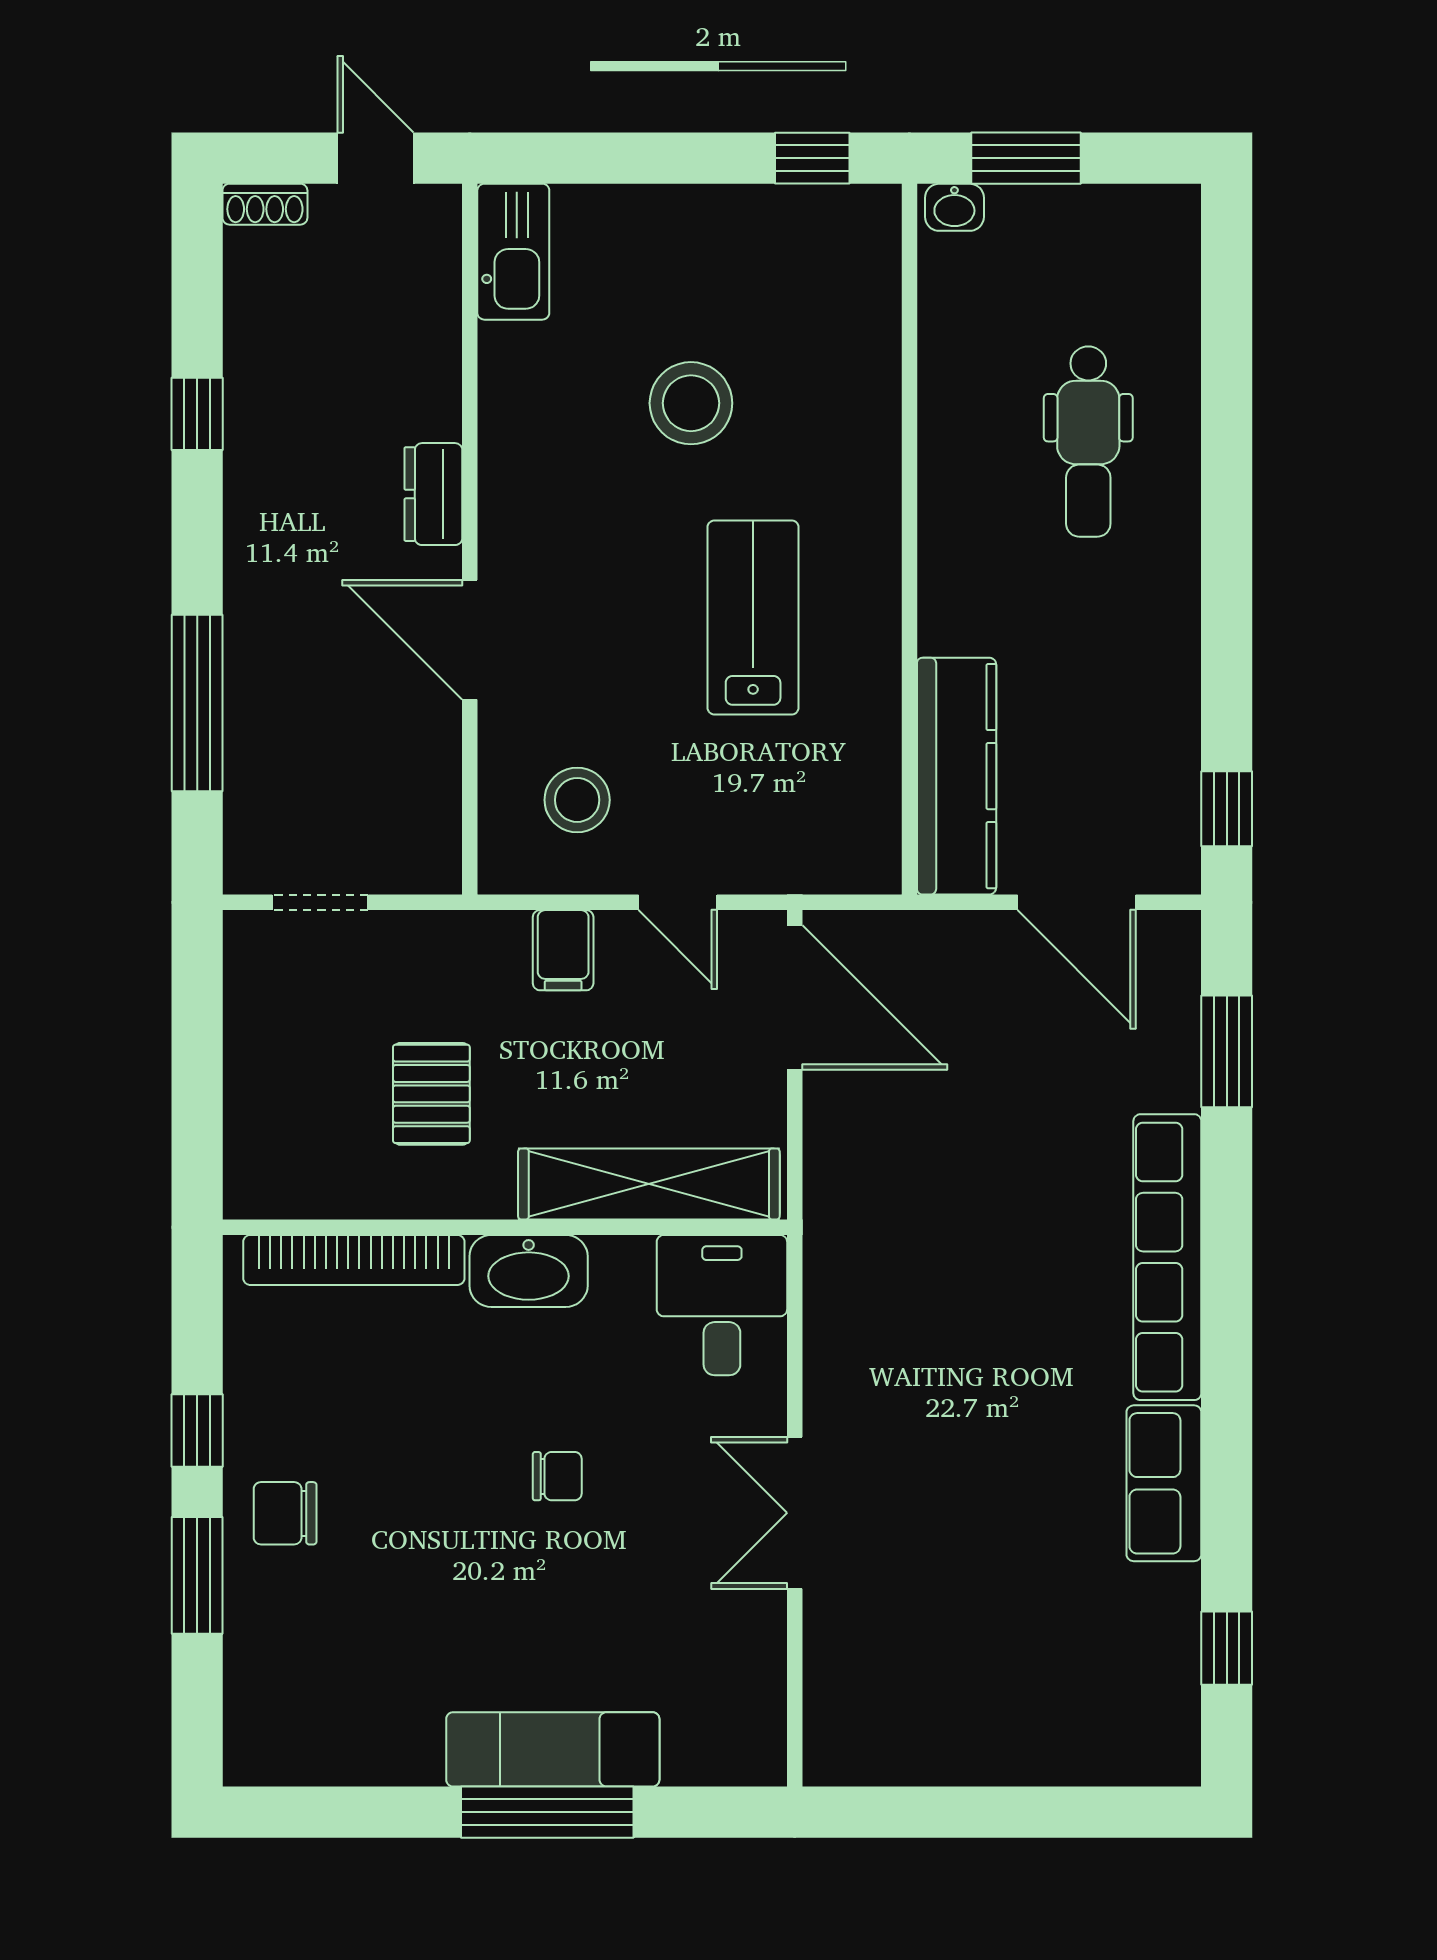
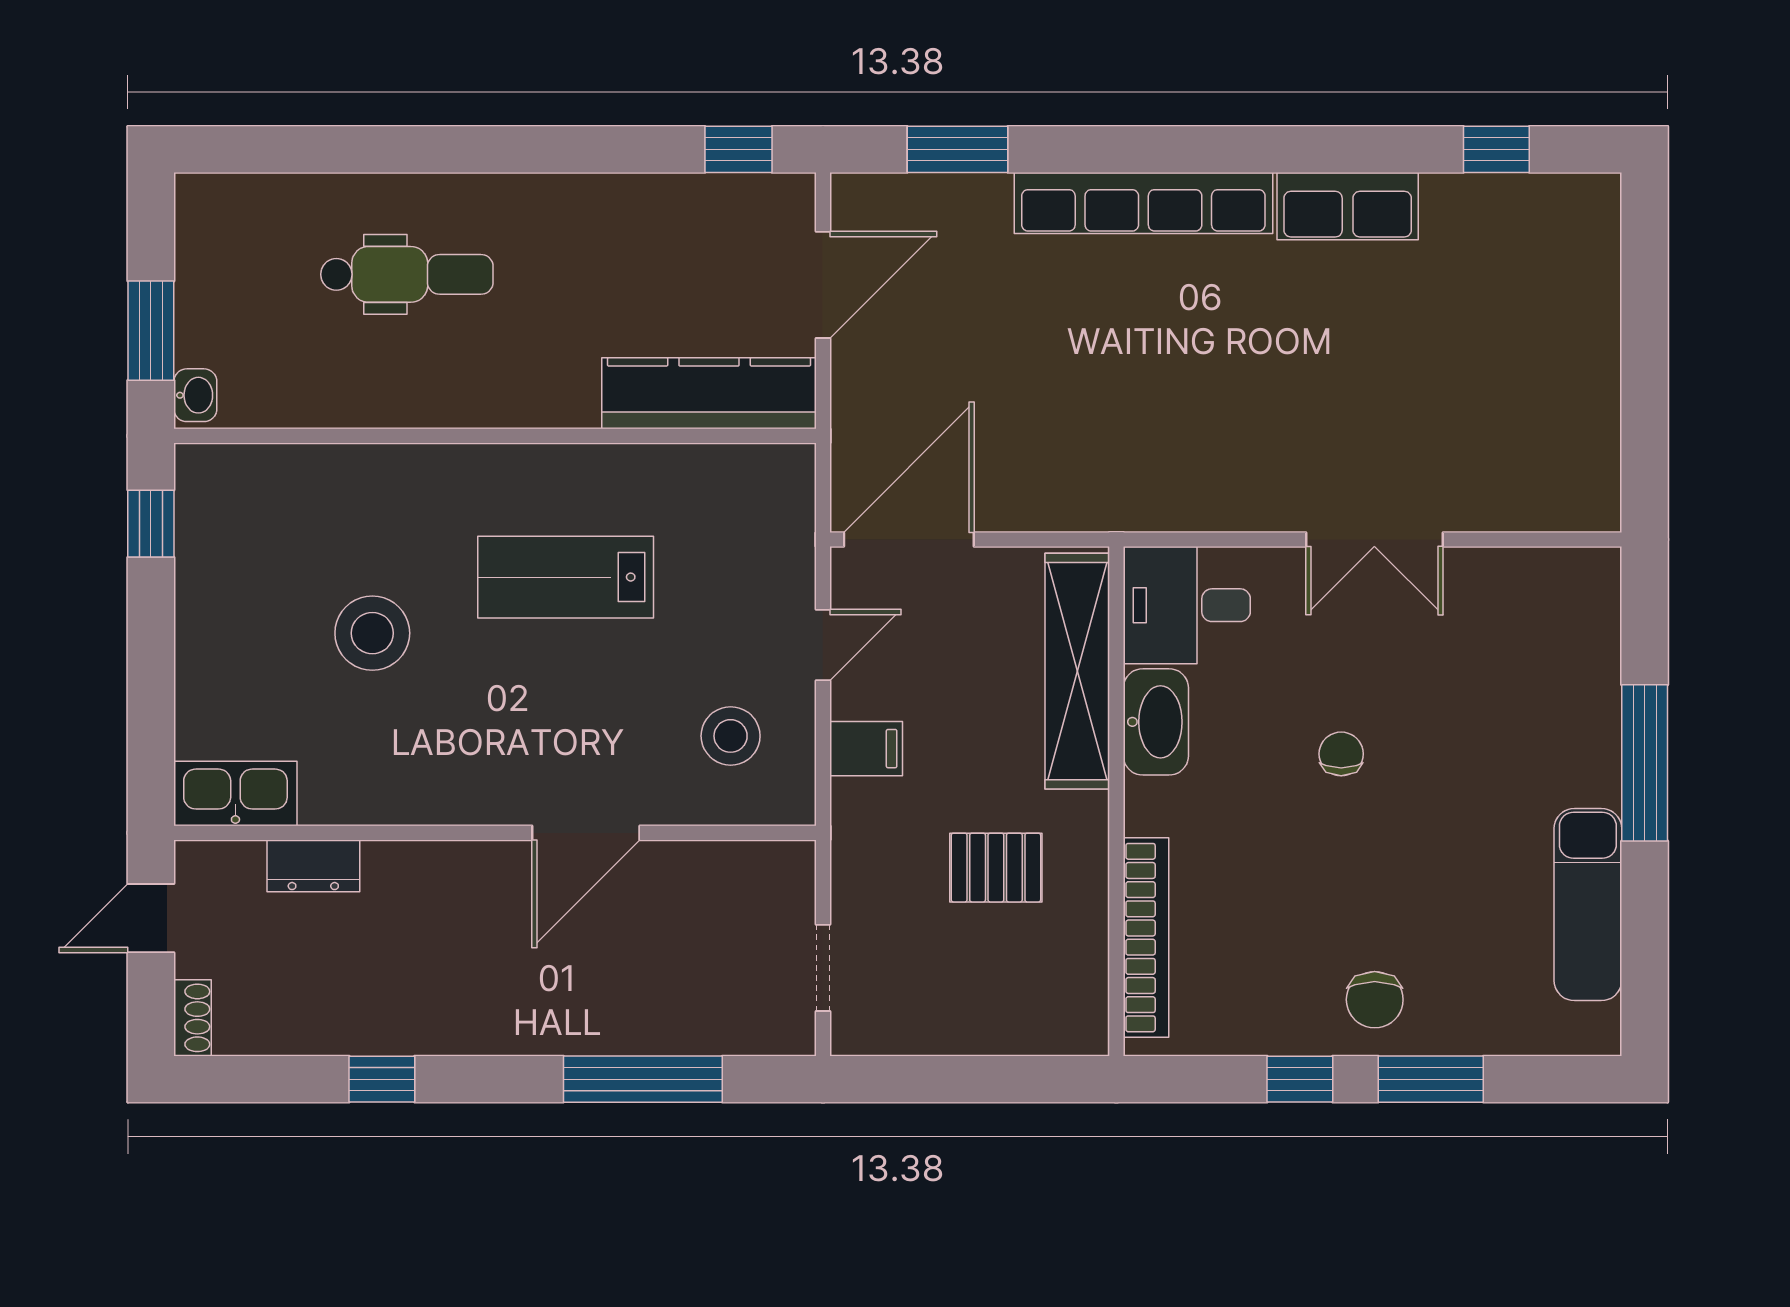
dresser: (433, 494) -> (313, 866), moved
washbasin: (529, 1271) -> (1156, 722), moved
exam couch: (553, 1749) -> (1588, 905), moved

